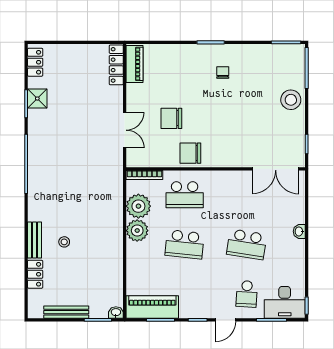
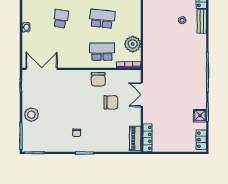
chair: (190, 153) -> (98, 79), turned 90
plant: (137, 231) -> (134, 28), removed
school desk: (247, 244) -> (61, 19), width x0.54

